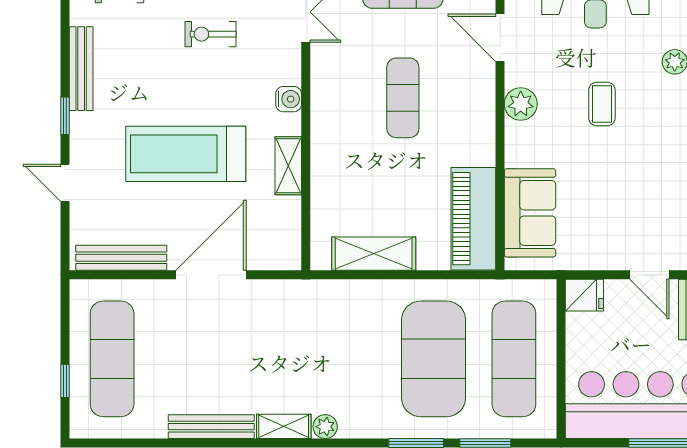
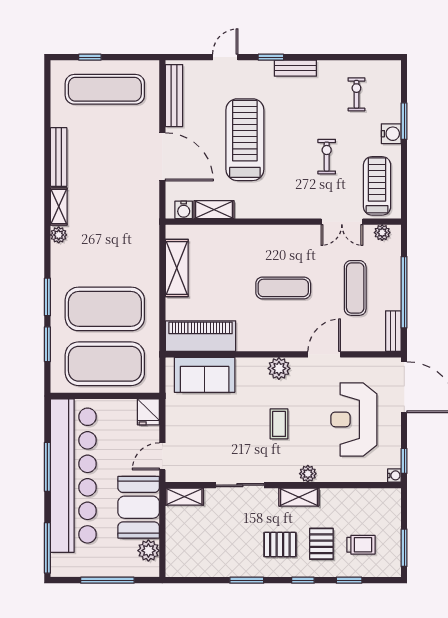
bench: (81, 69) -> (295, 68), width x0.73
water cooler: (289, 99) -> (184, 210), moved
coffee table: (602, 104) -> (279, 424), turned 90
shelving: (288, 166) -> (214, 210), moved
exercise mat: (514, 359) -> (105, 364), width x1.47

